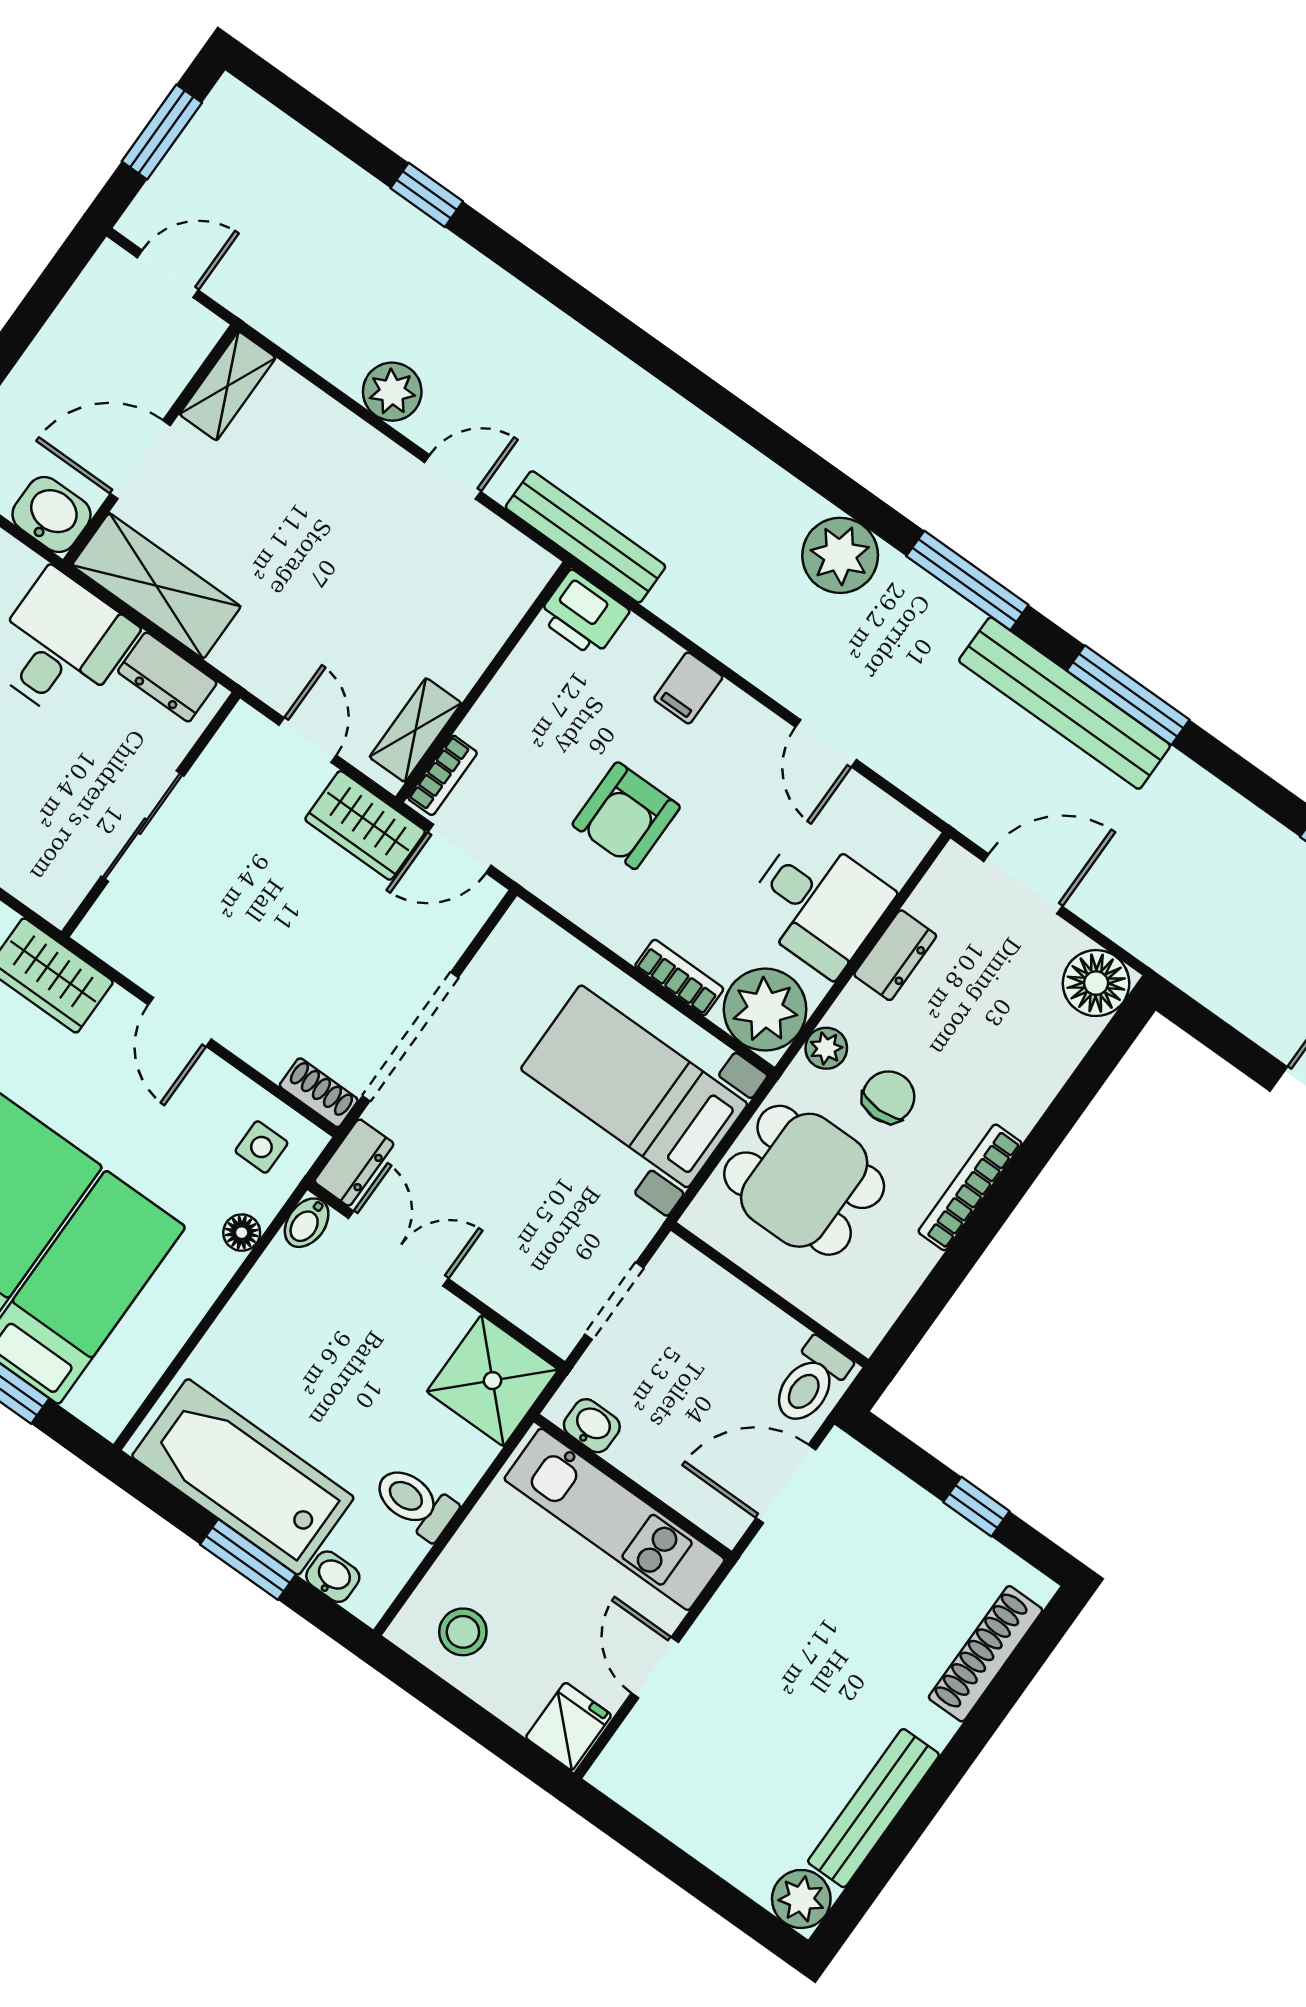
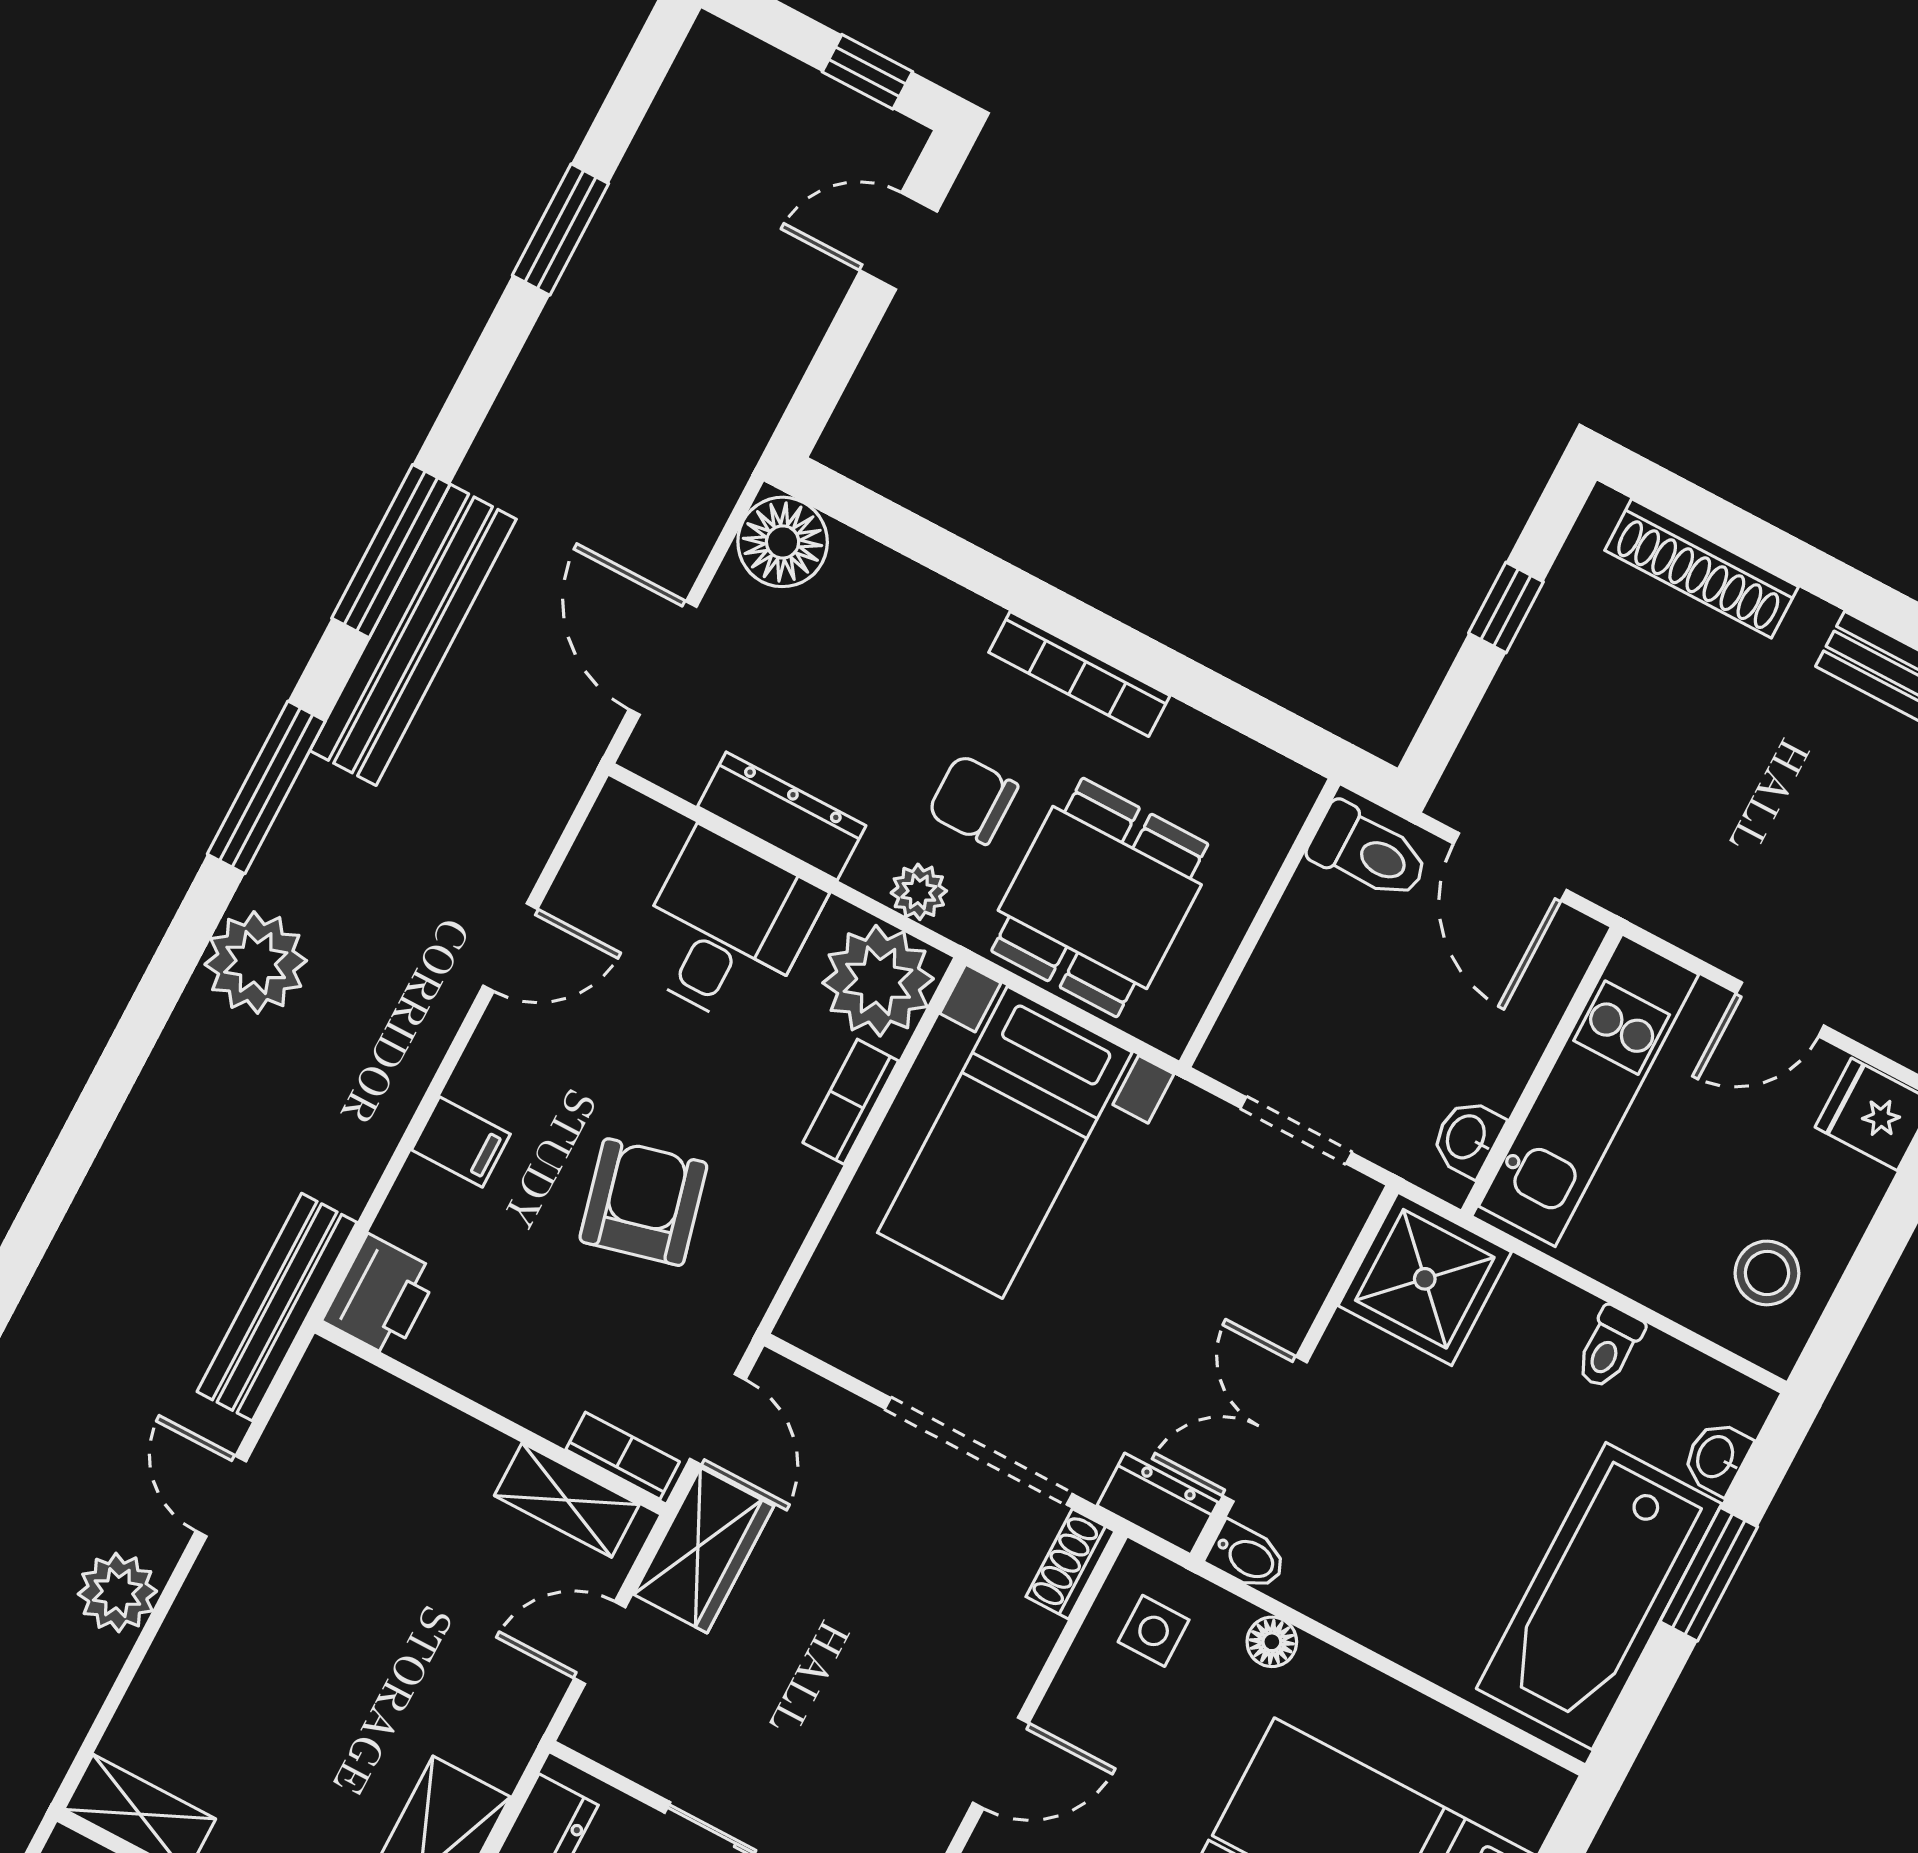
armchair: (626, 816) -> (643, 1202), turned -104
dresser: (895, 955) -> (782, 816), width x1.44
toilet: (415, 1502) -> (1609, 1347), width x0.73, depth x0.72

